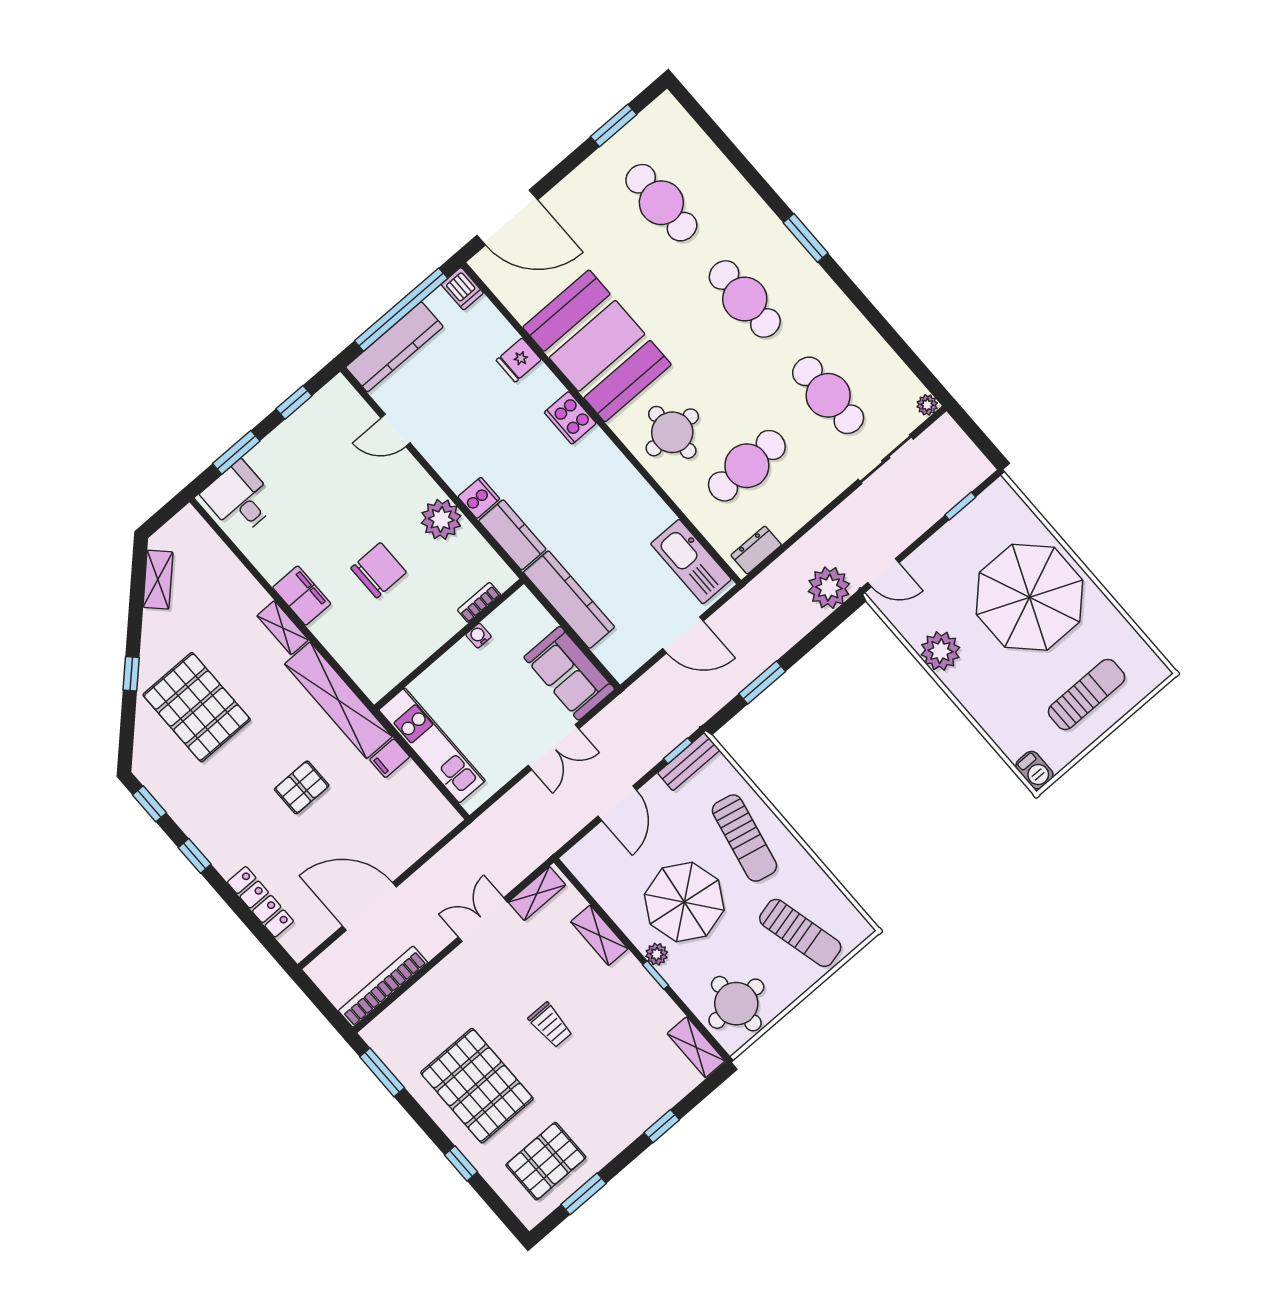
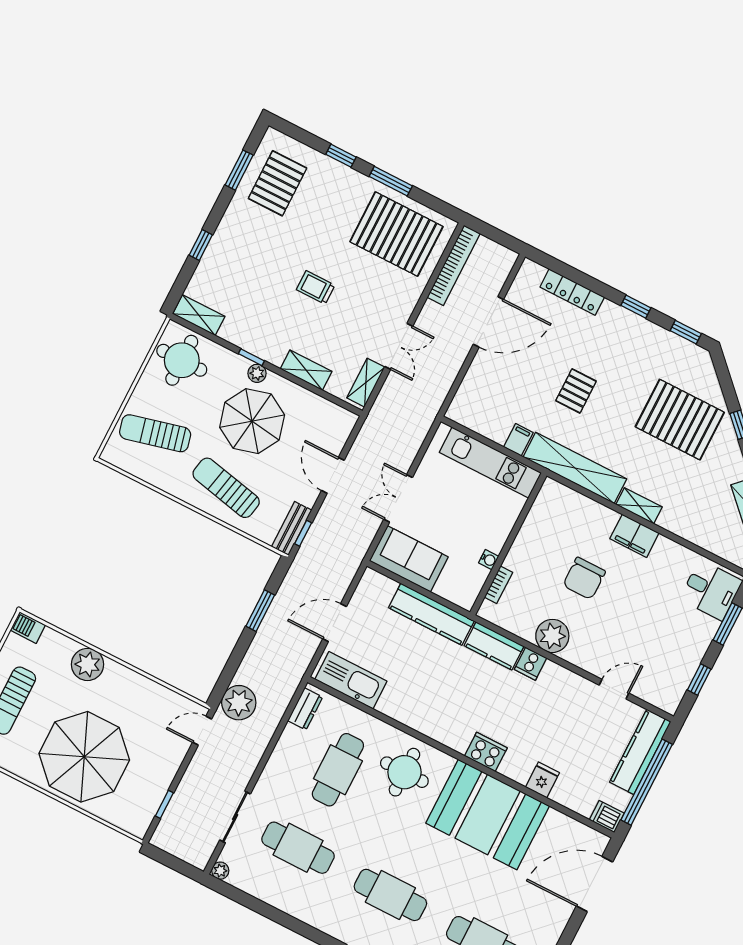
plant: (940, 651) -> (88, 664), moved
window: (382, 1072) -> (391, 181), moved
pallet: (477, 1086) -> (396, 234), moved

